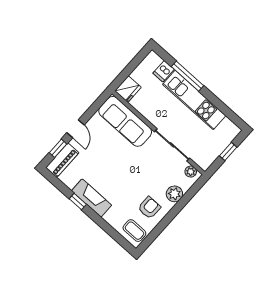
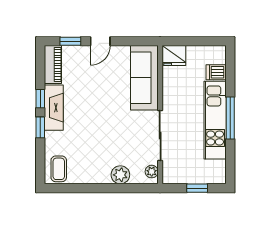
window: (188, 76) -> (230, 118), moved
piano: (62, 160) -> (53, 65), moved, turned -90
armchair: (149, 208) -> (89, 164), removed
window: (97, 218) -> (40, 127), added

